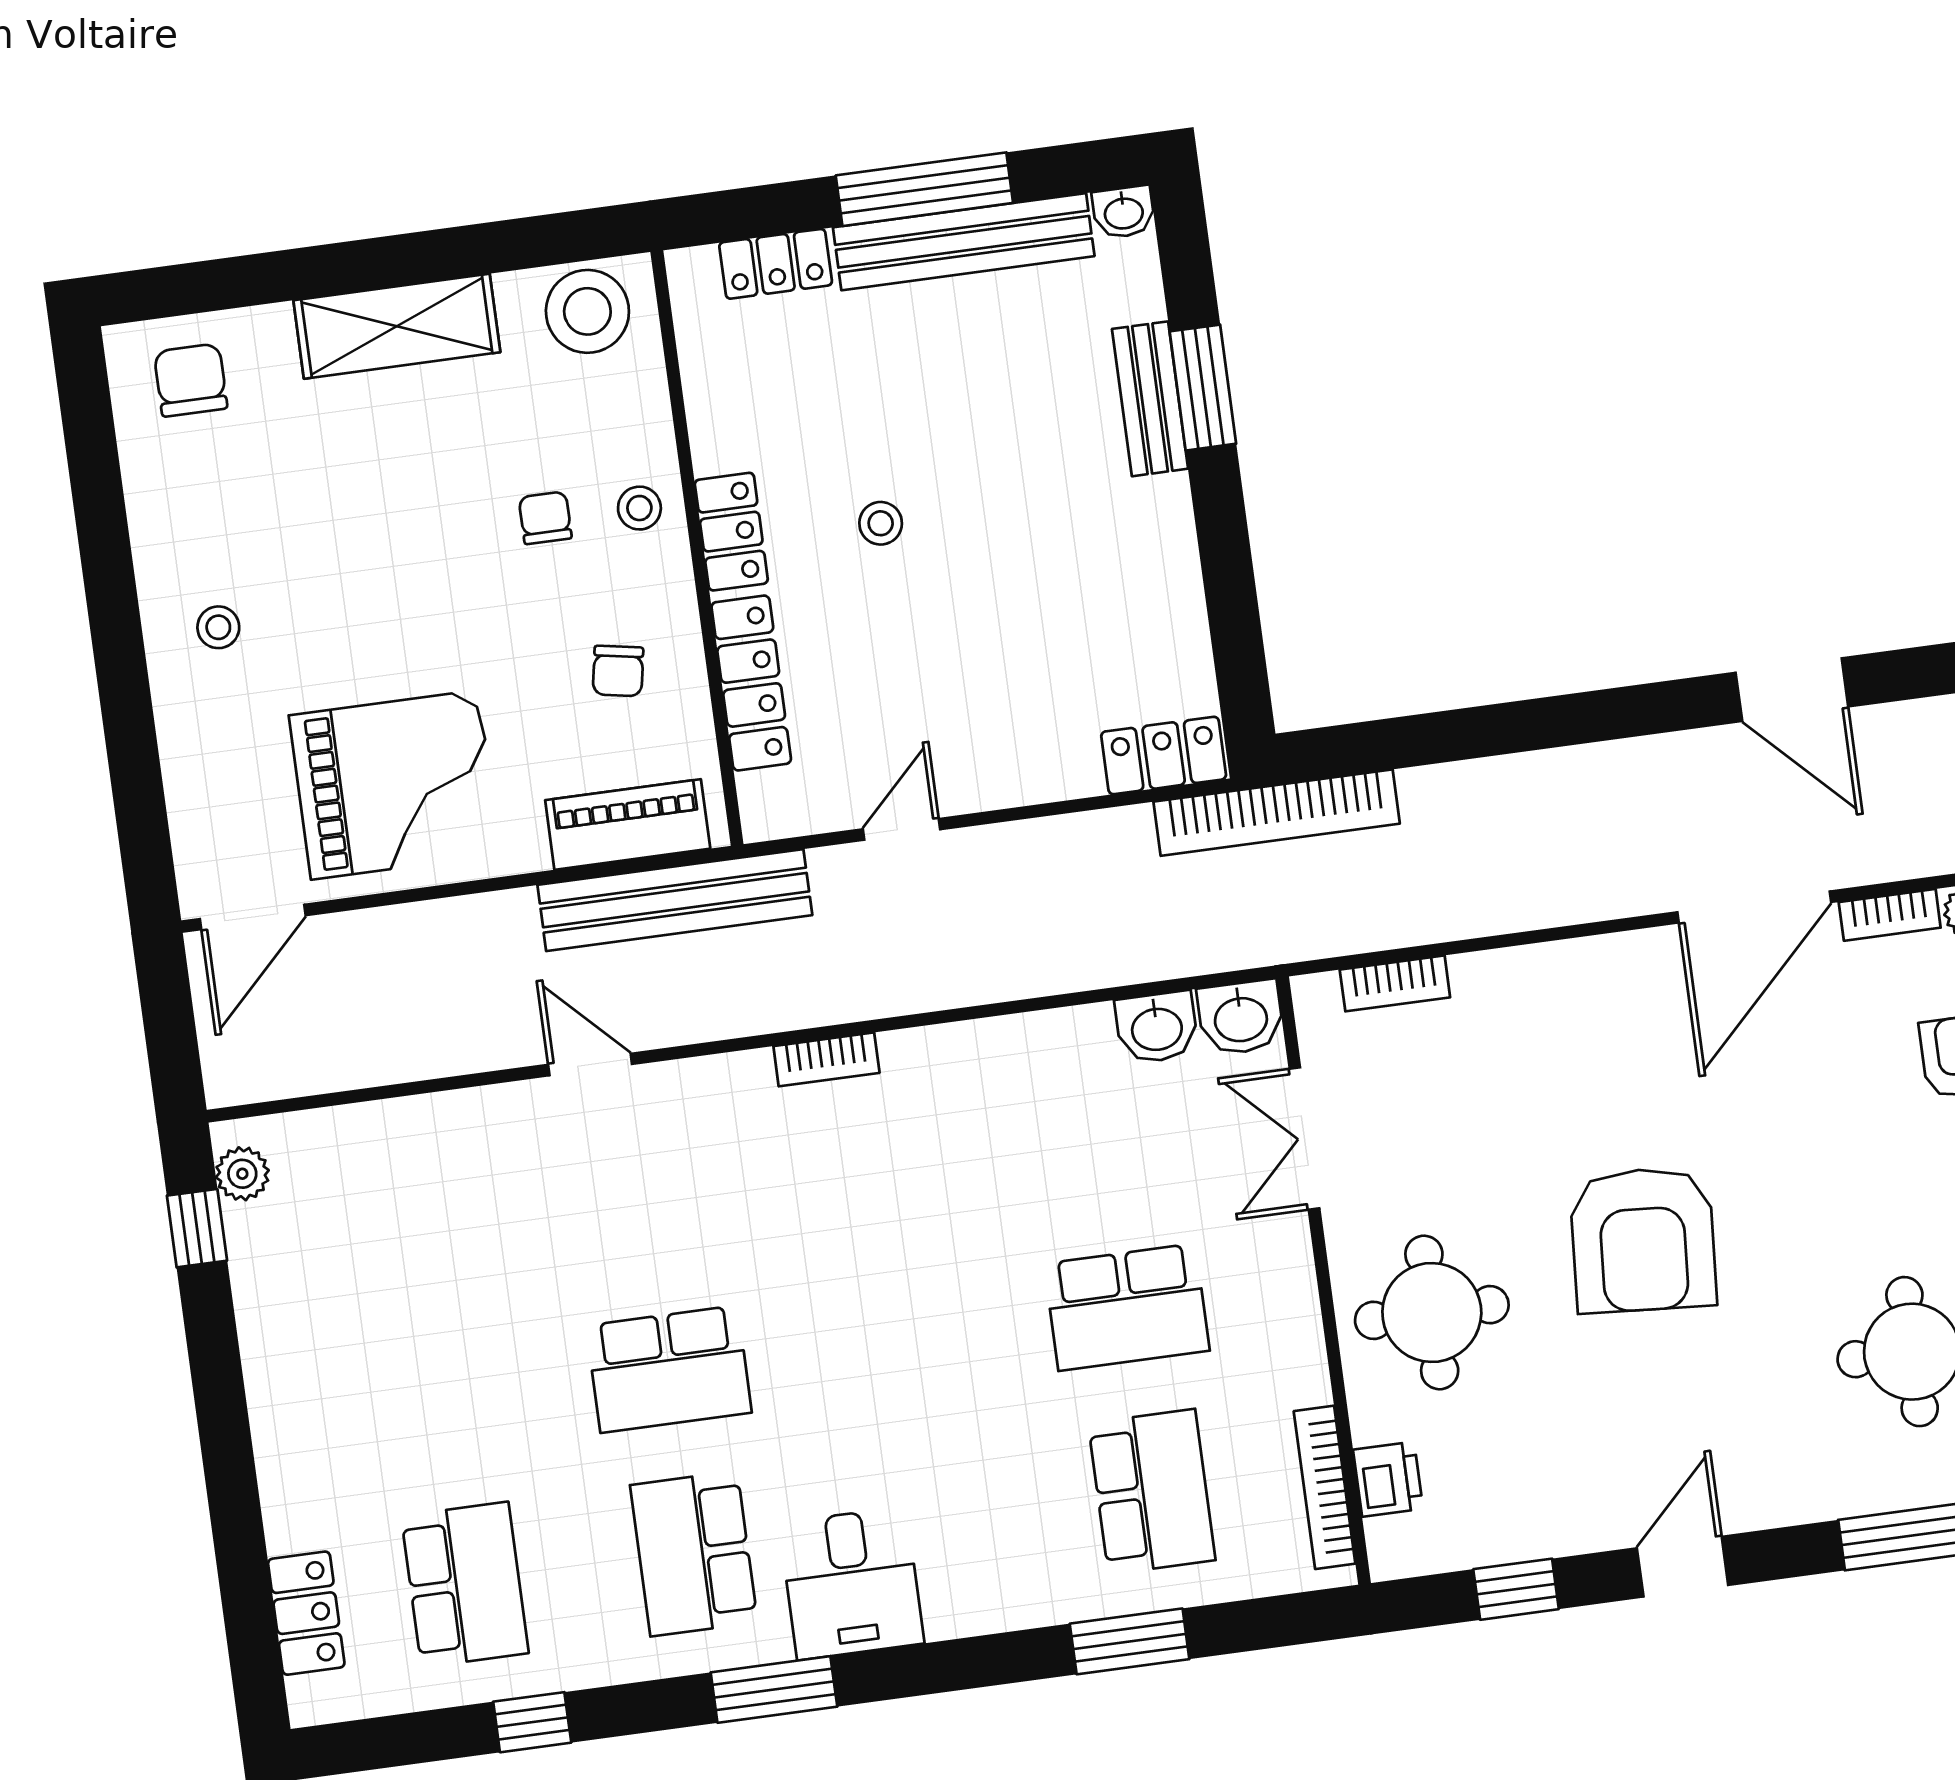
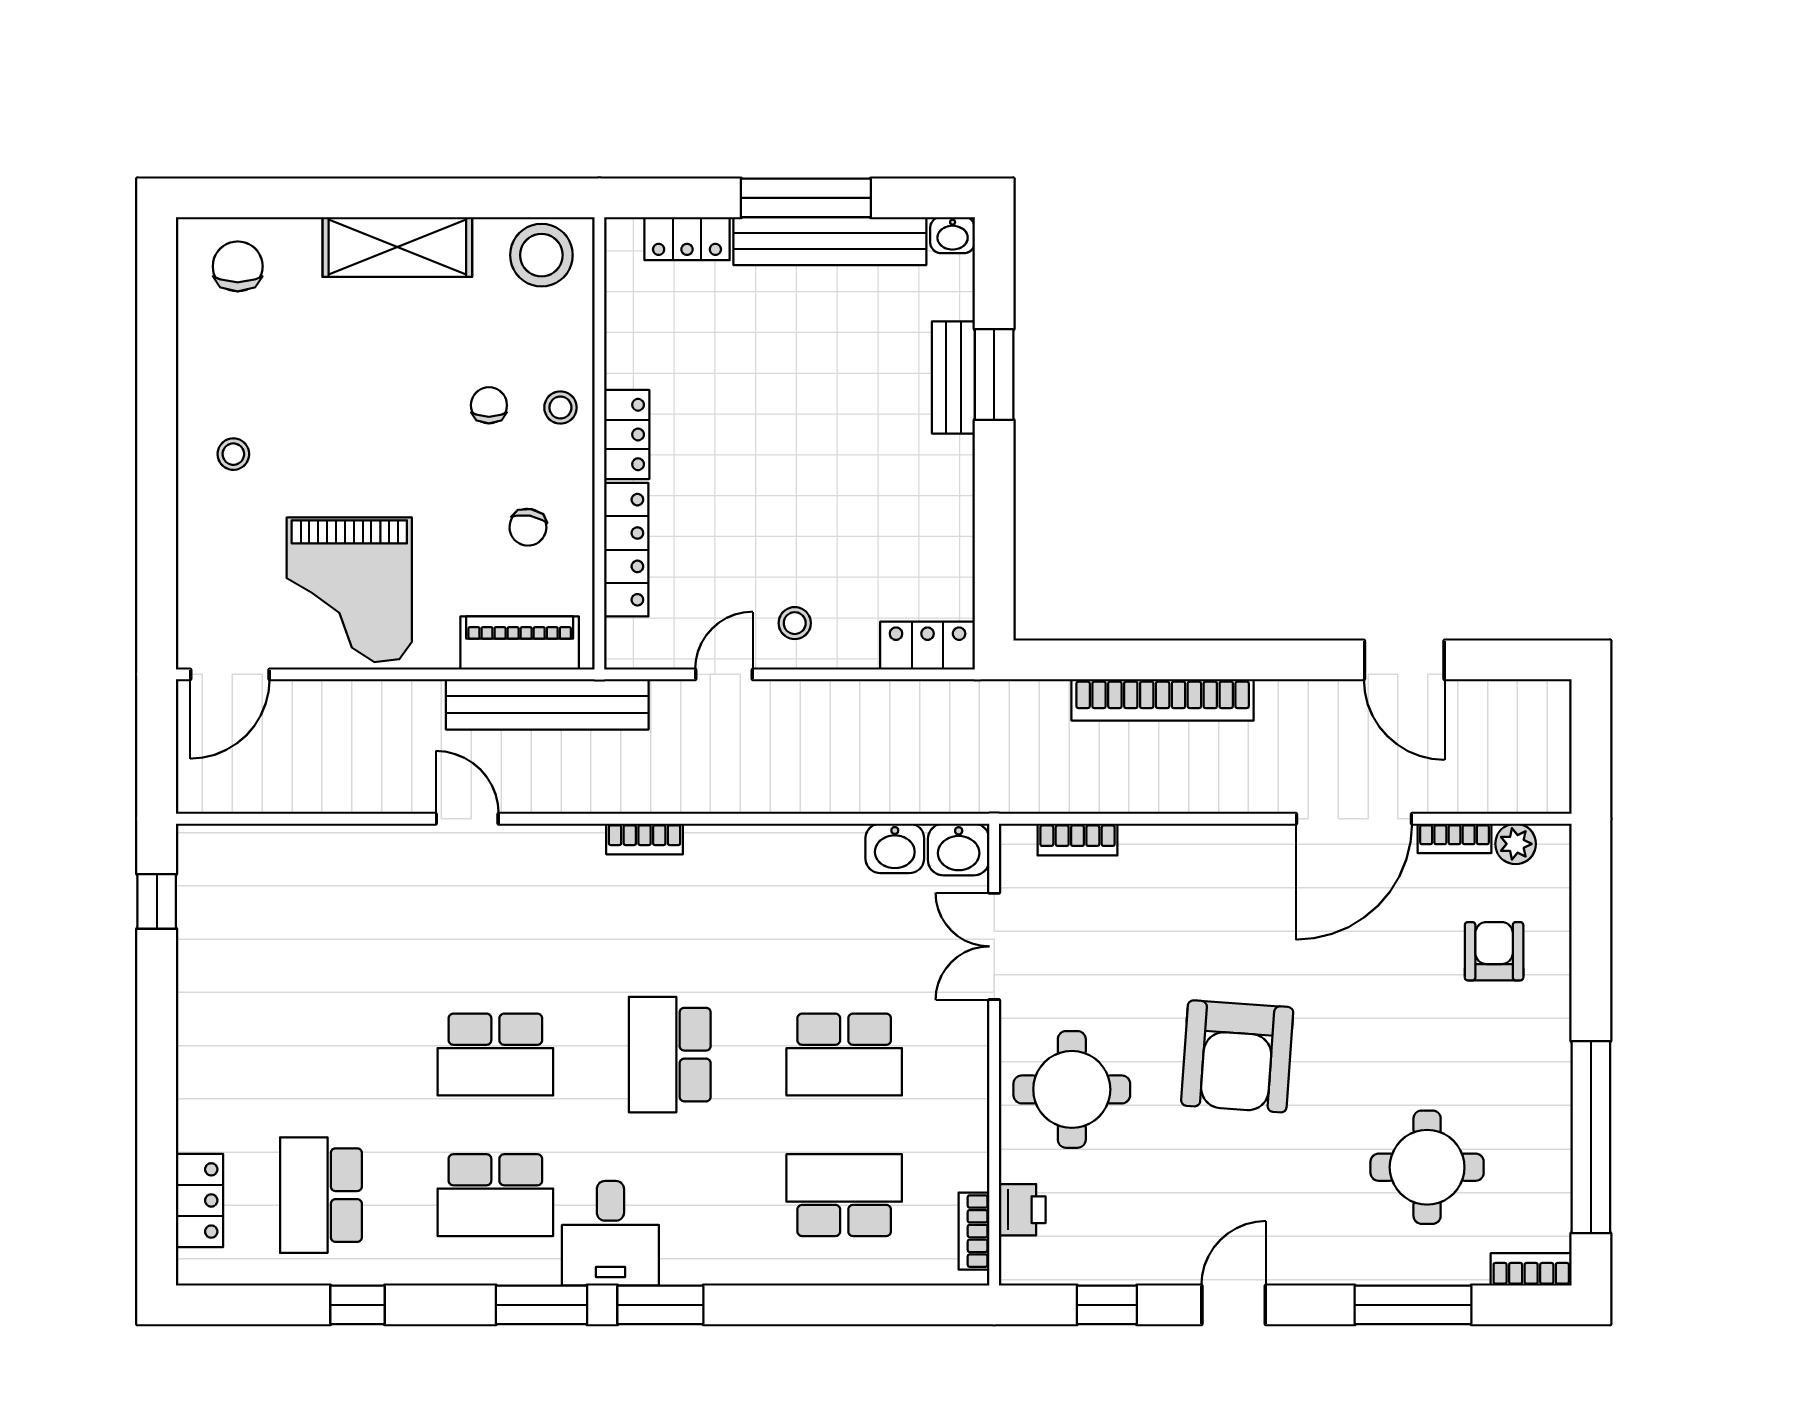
stool: (881, 523) -> (795, 623), moved
grand piano: (395, 785) -> (349, 590), turned 90
bookcase: (1277, 813) -> (1163, 700), moved
plant: (242, 1174) -> (196, 865), removed
school desk: (898, 1338) -> (670, 1055), added
bookcase: (1325, 1487) -> (974, 1231), width x0.64
school desk: (1152, 1492) -> (844, 1195), turned -90
school desk: (694, 1554) -> (495, 1195), turned -90
school desk: (465, 1585) -> (321, 1195), turned 180
window: (1130, 1641) -> (660, 1305), moved

